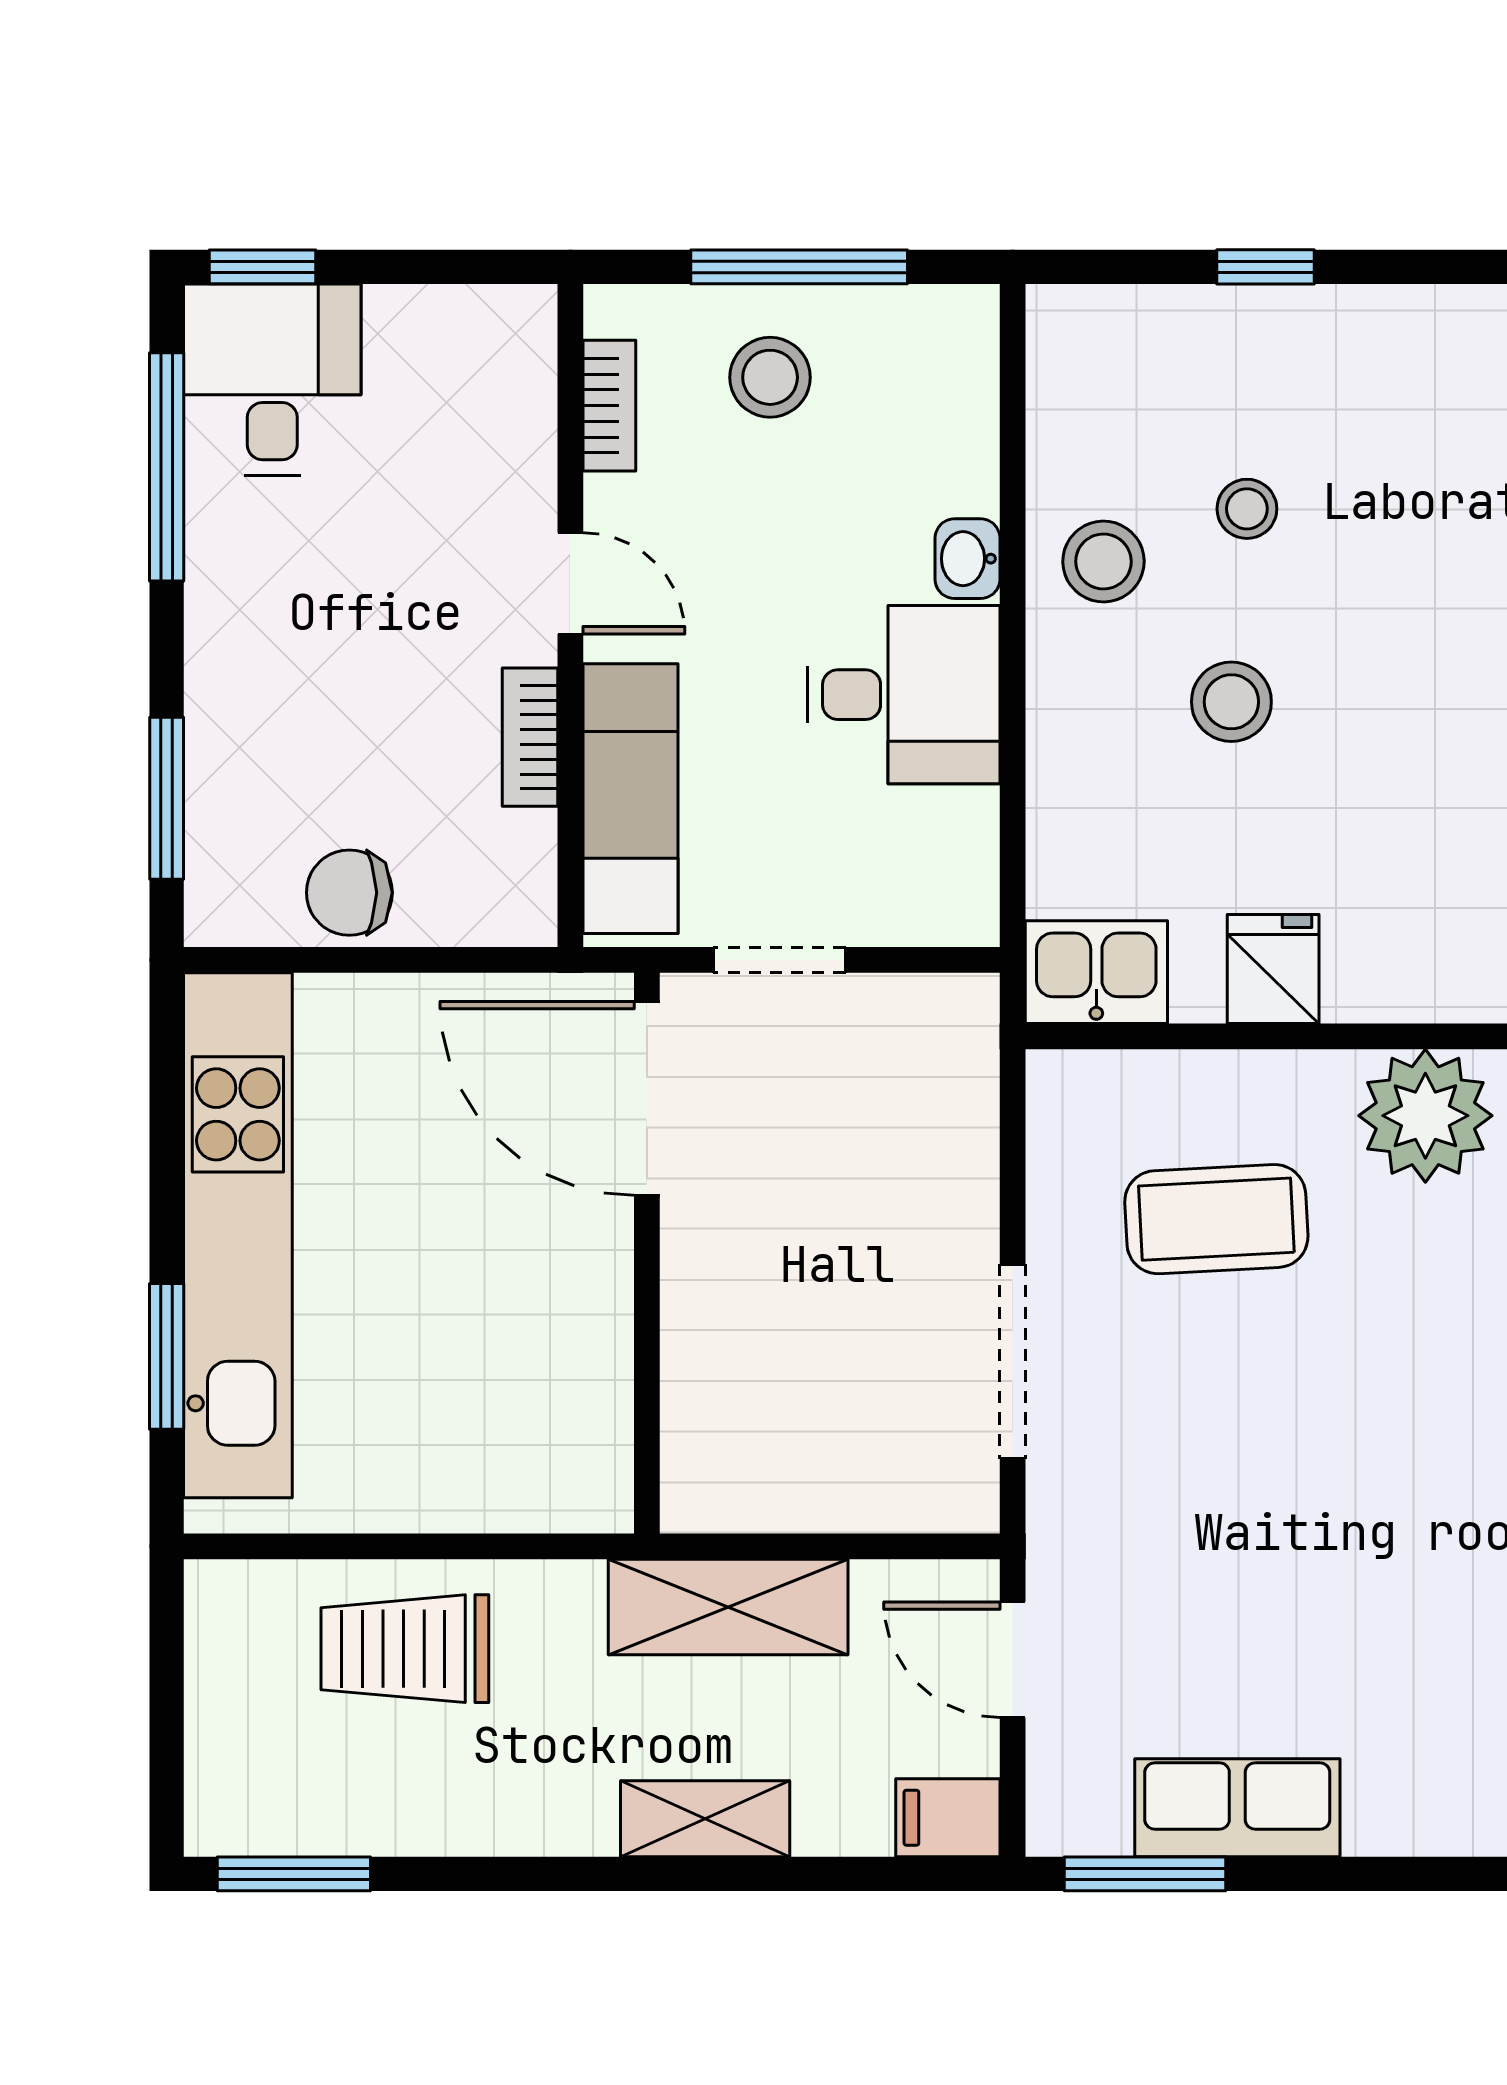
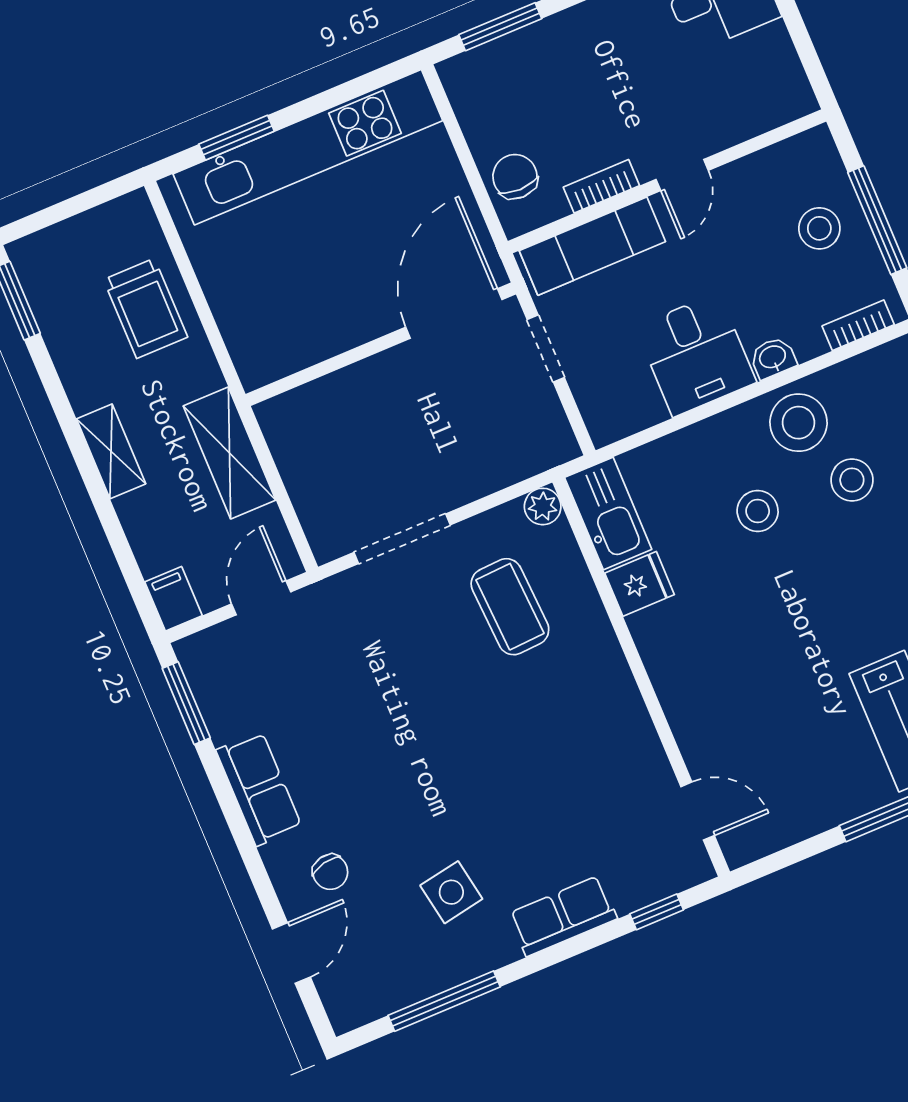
bookcase: (609, 406) -> (858, 325), moved, turned 180
stool: (1247, 509) -> (852, 480), width x1.37, depth x1.37
stool: (1103, 561) -> (799, 423), width x1.38, depth x1.38
chair: (349, 893) -> (515, 177), moved
kitchen sink: (1096, 972) -> (608, 513), width x1.38
plant: (1425, 1116) -> (543, 506), moved, width x0.53, depth x0.53
trolley: (405, 1649) -> (146, 308), turned 180
row of seats: (1237, 1808) -> (259, 789), moved
shelving: (705, 1819) -> (111, 451), moved

